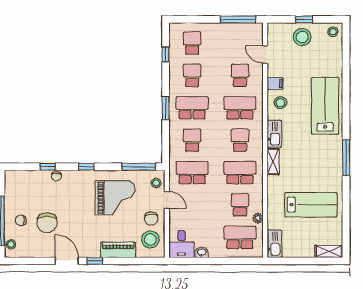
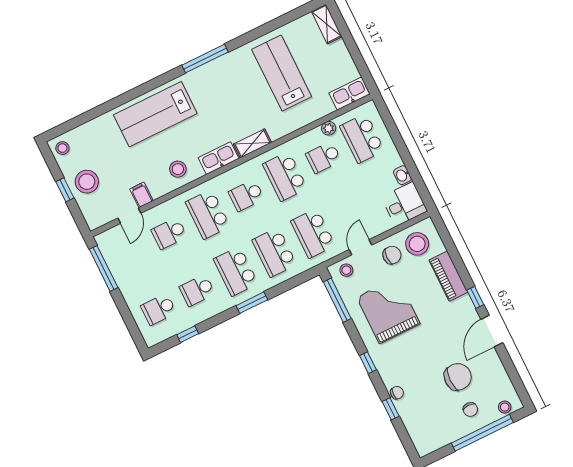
filing cabinet: (275, 84) -> (141, 195), moved
school desk: (192, 140) -> (274, 252), width x1.85

